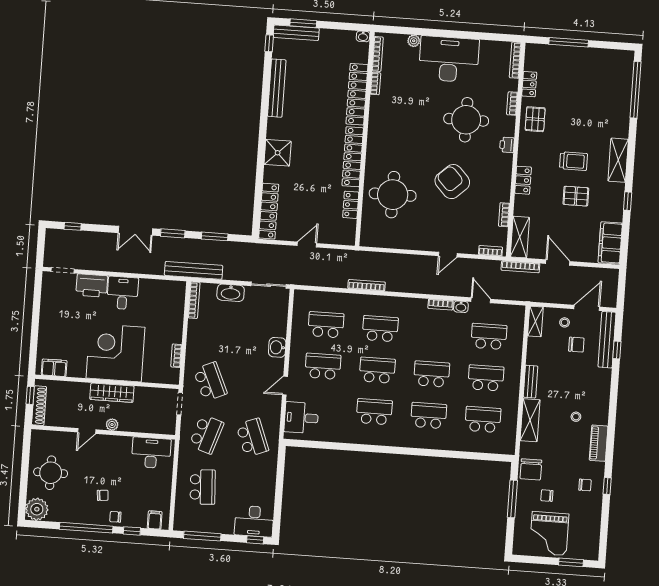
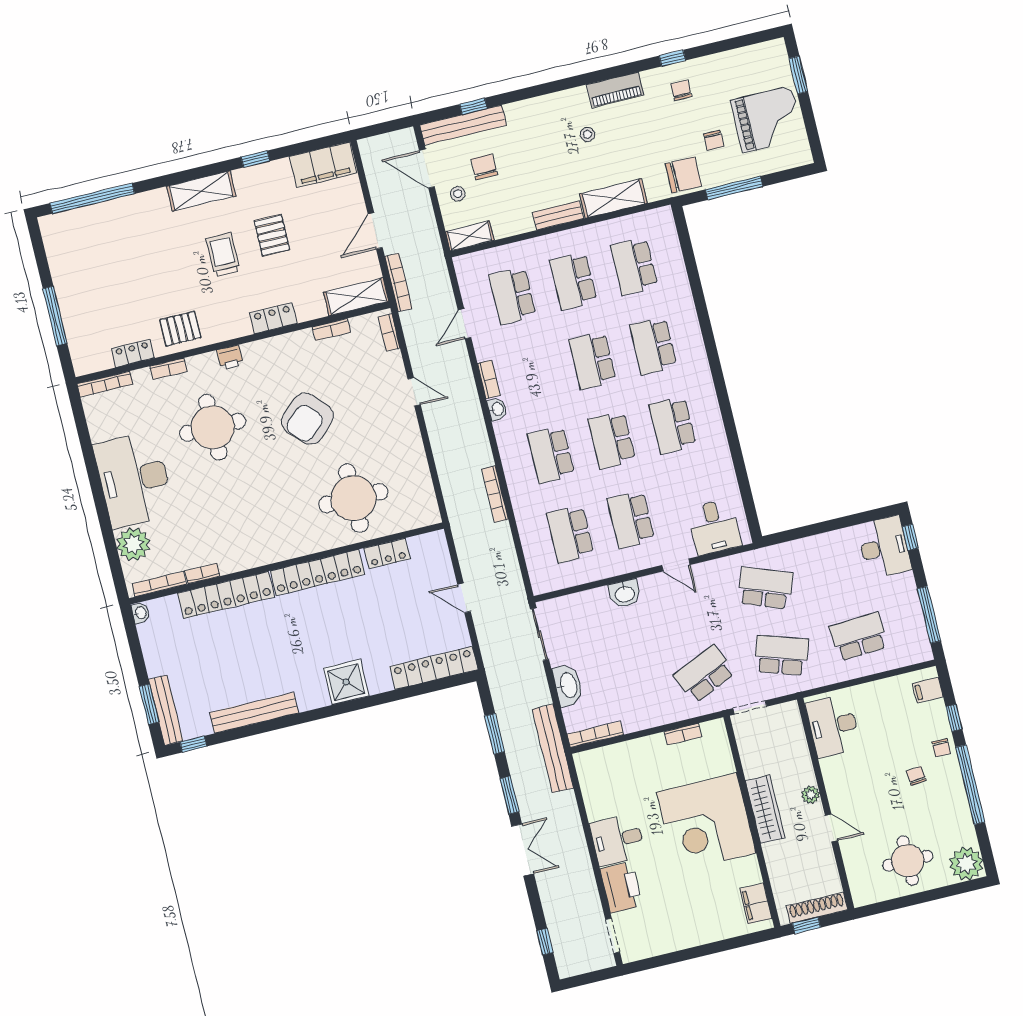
plant: (414, 41) -> (133, 544), width x1.87, depth x1.87
washbasin: (461, 307) -> (497, 409), moved
school desk: (252, 438) -> (765, 588), turned 42

